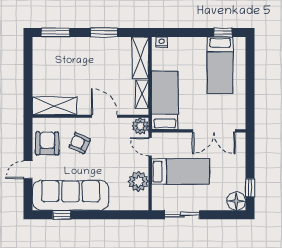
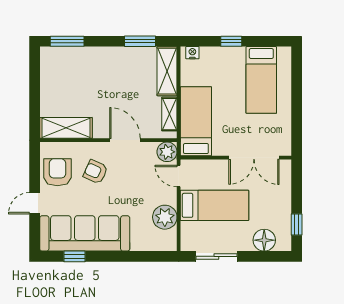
window: (104, 32) -> (140, 41), moved
window: (223, 32) -> (231, 41), moved
floor lamp: (236, 201) -> (264, 240), moved

